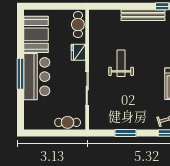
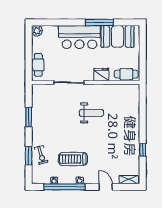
bench: (143, 15) -> (135, 133), removed
window: (20, 74) -> (99, 22), moved
plant: (30, 124) -> (37, 31), added

